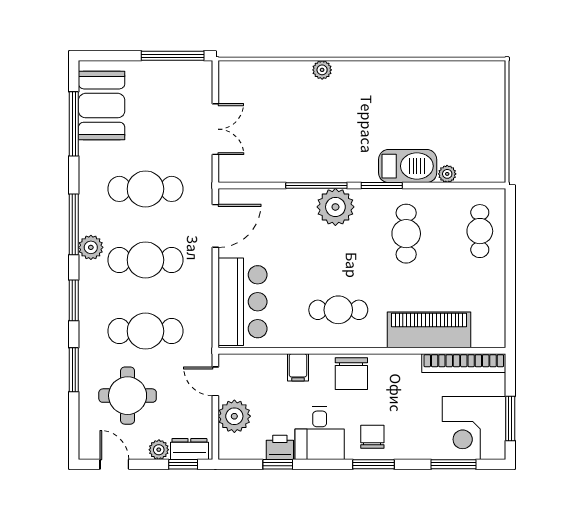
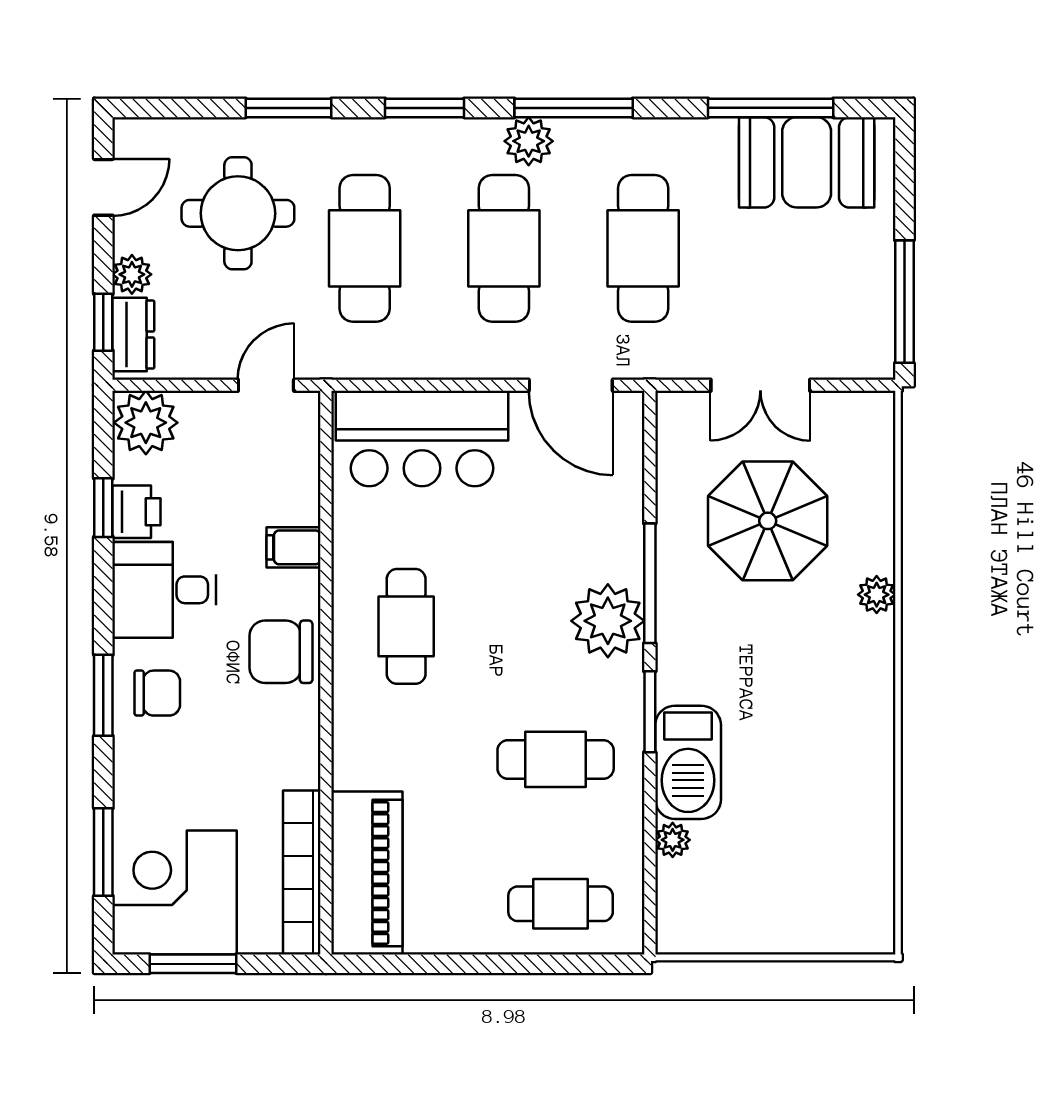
parasol: (284, 125) -> (768, 521), added
piano: (429, 330) -> (367, 873), moved
plant: (234, 416) -> (146, 423), moved

